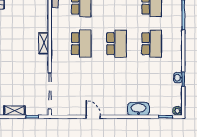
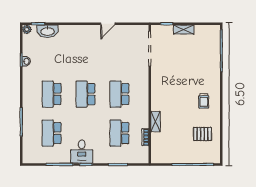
shelving: (44, 43) -> (156, 122), moved
washbasin: (138, 109) -> (48, 31), moved
door: (93, 117) -> (108, 24), hinge flipped

